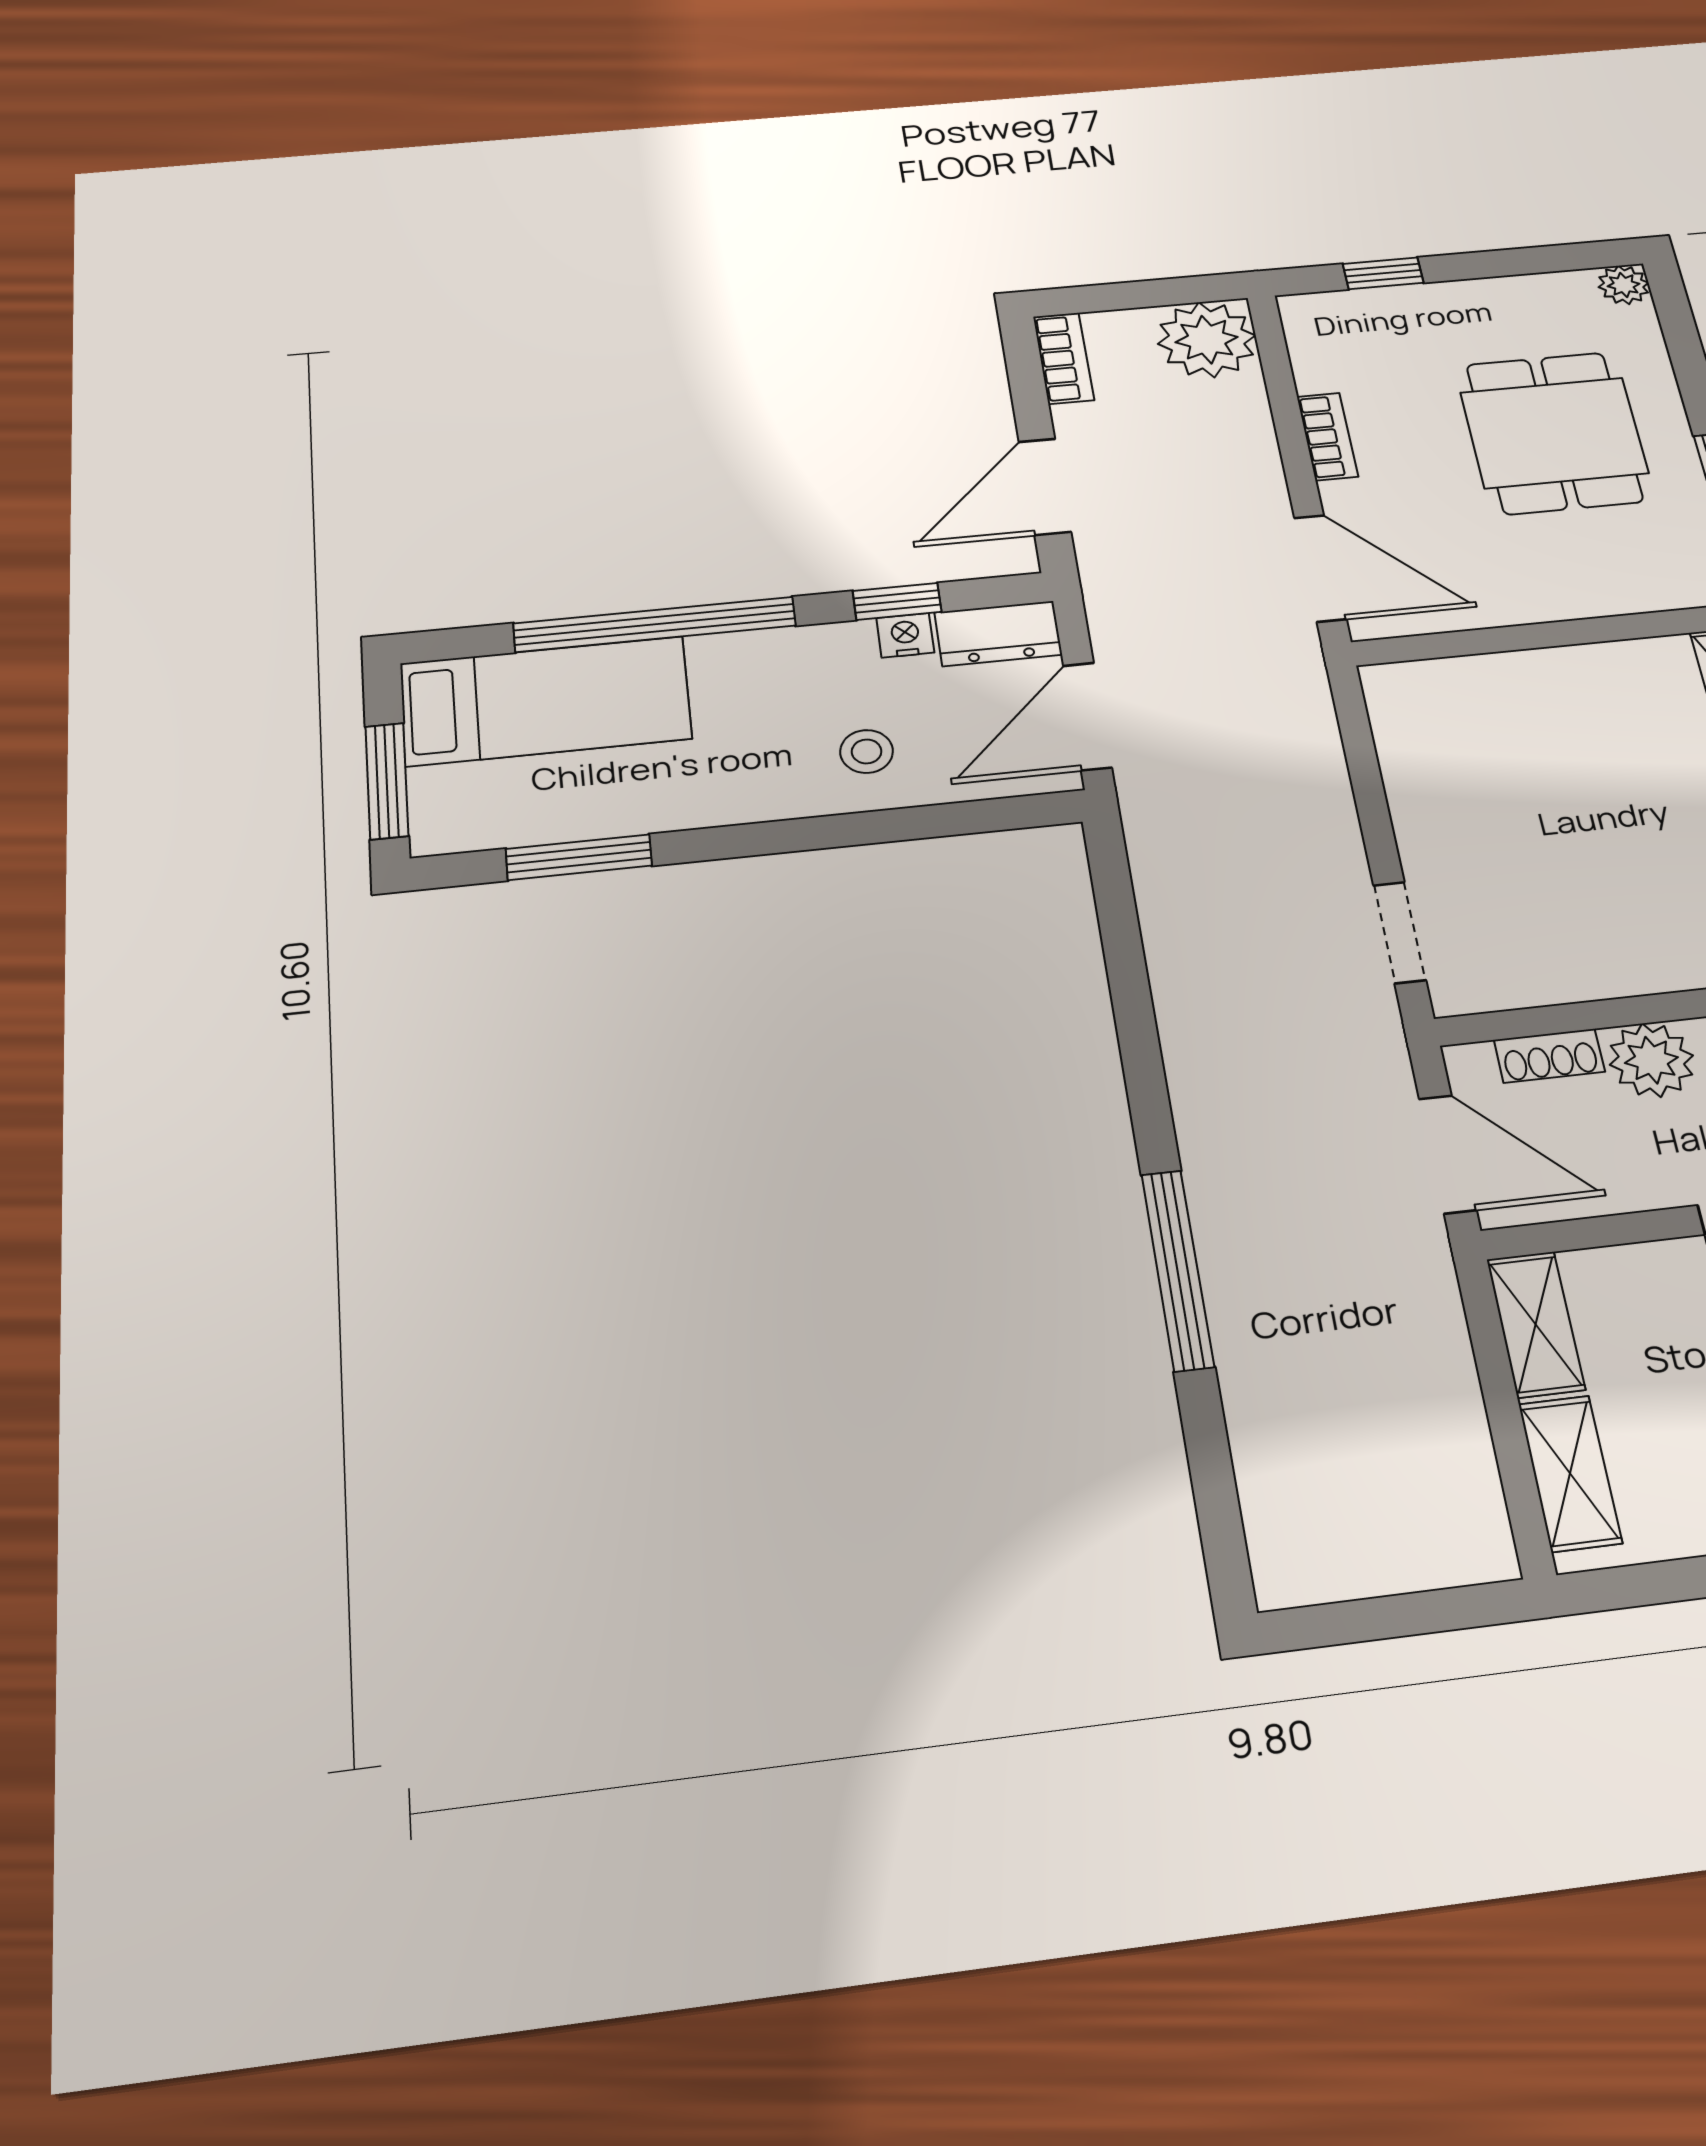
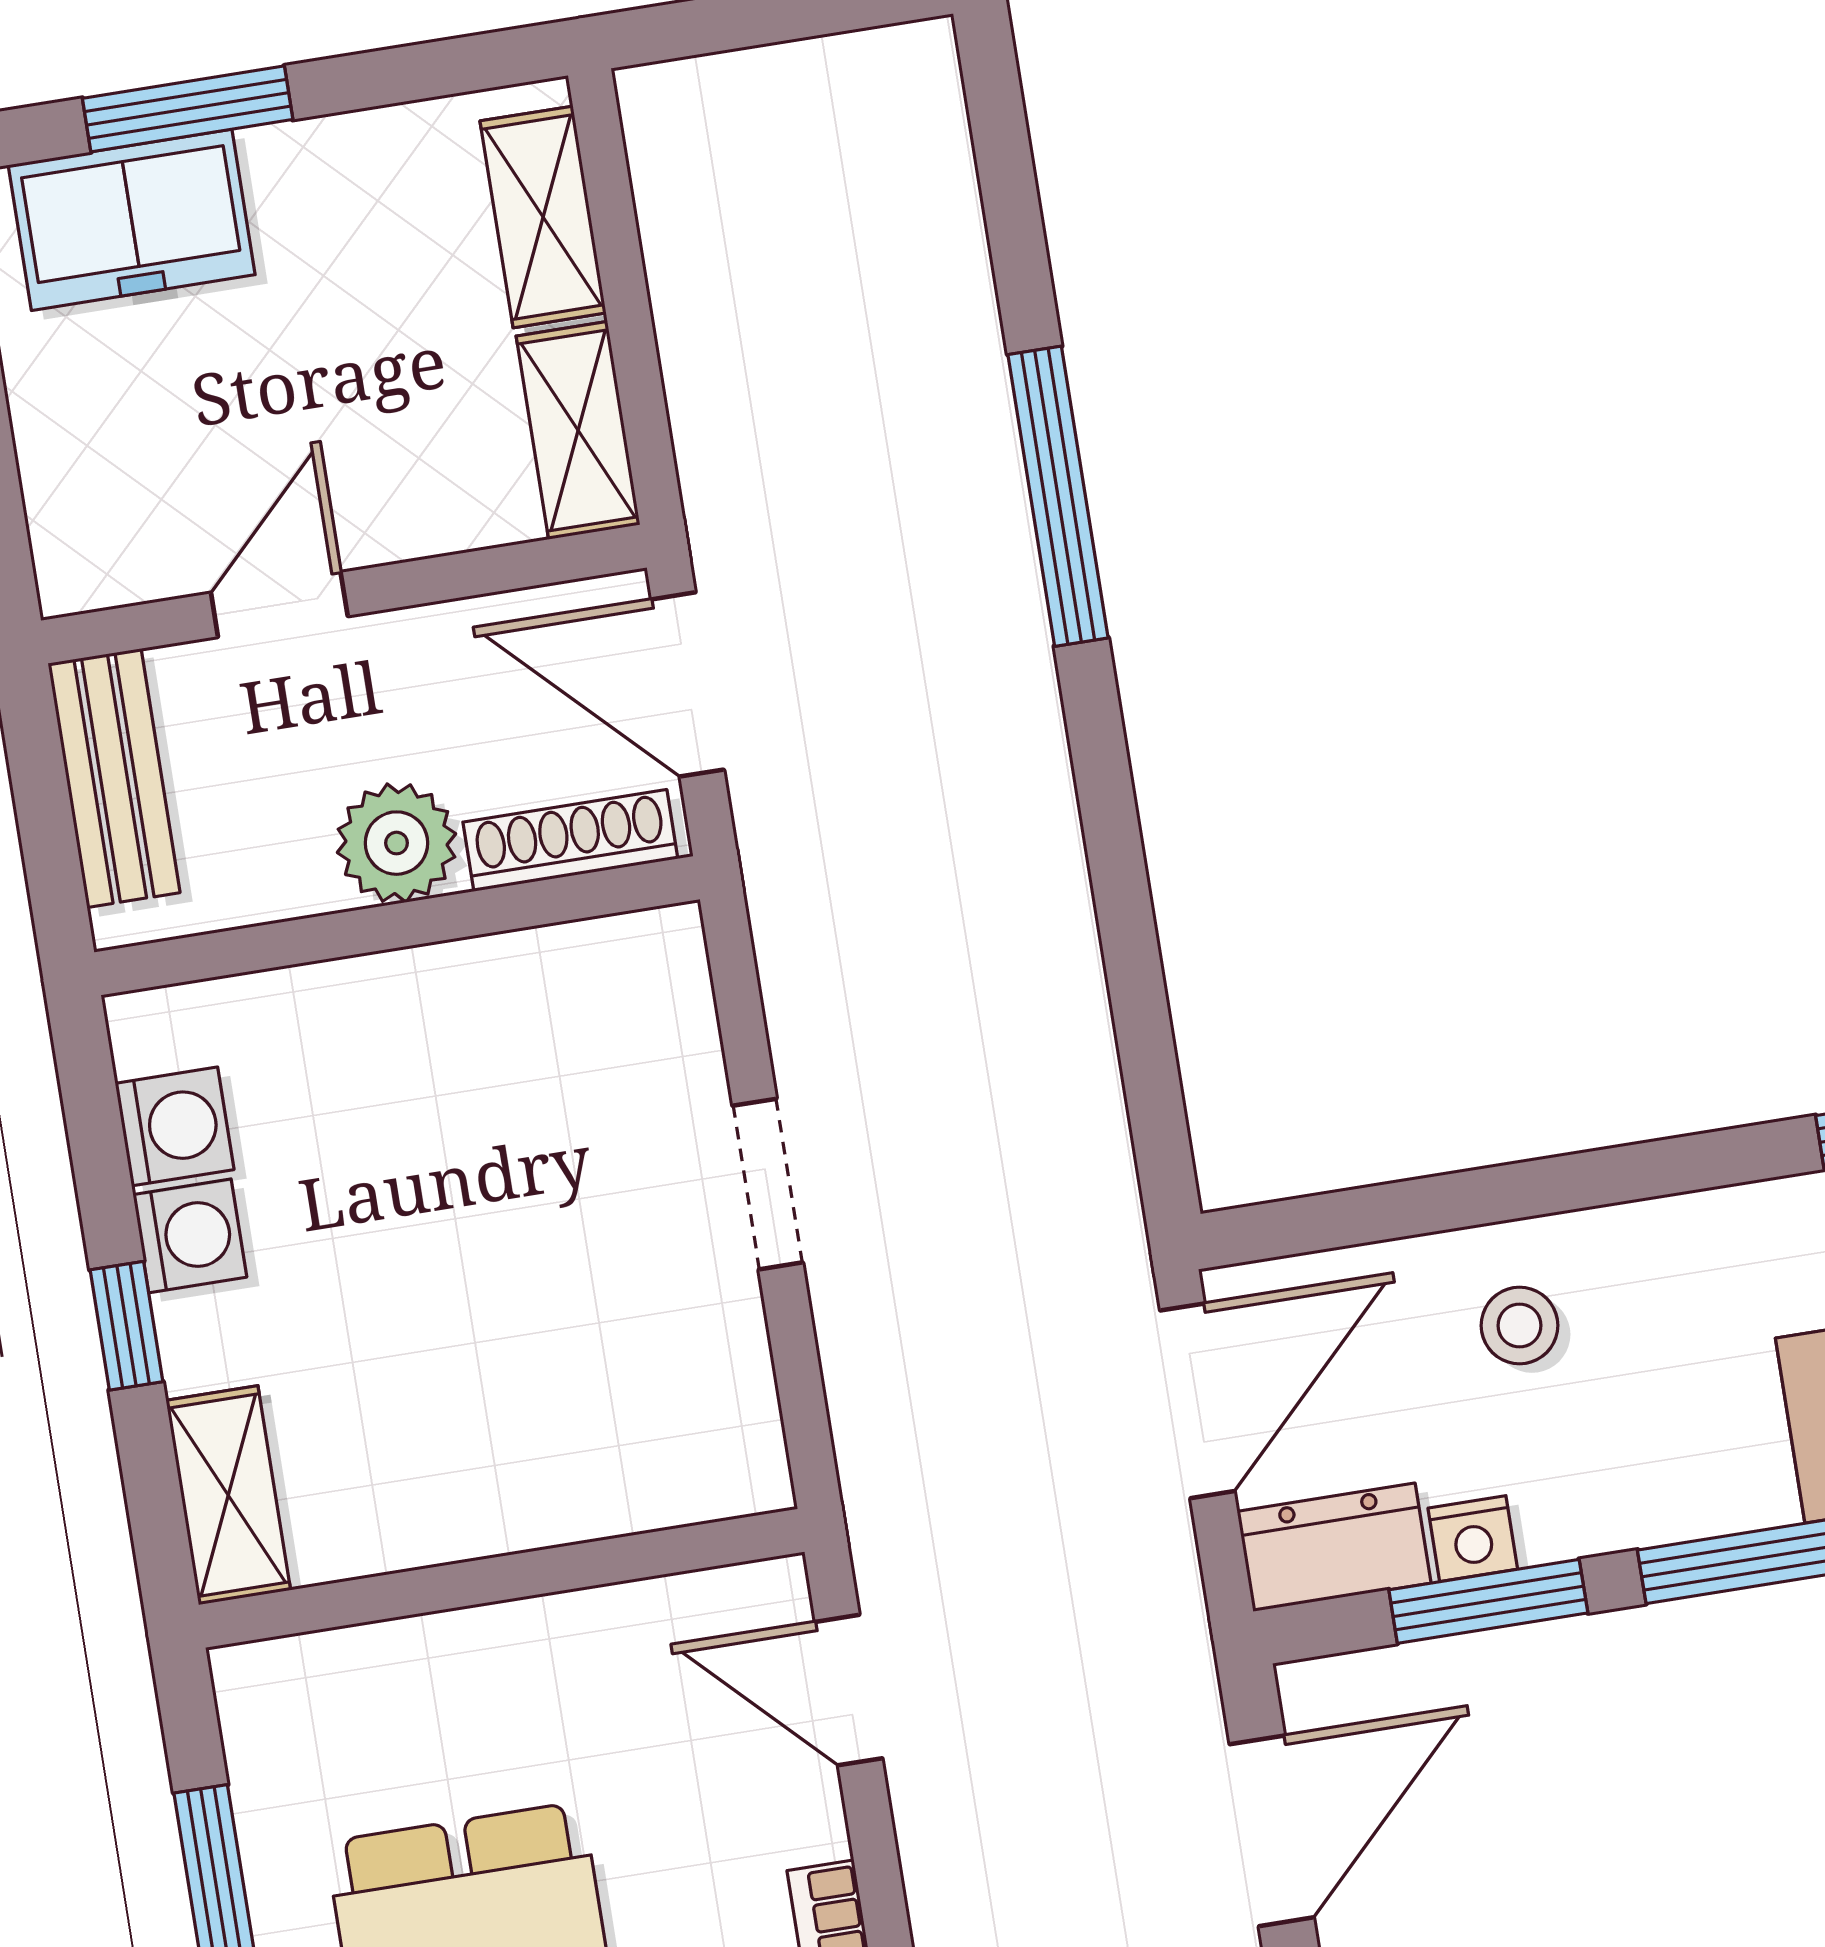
door: (1320, 568) -> (849, 1690), width x0.73
window: (897, 601) -> (1488, 1601), width x1.50
doorway: (1399, 932) -> (768, 1184), moved
shoe rack: (1549, 1056) -> (570, 840), width x1.43

